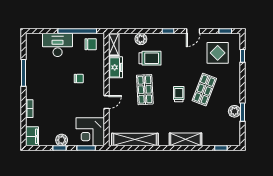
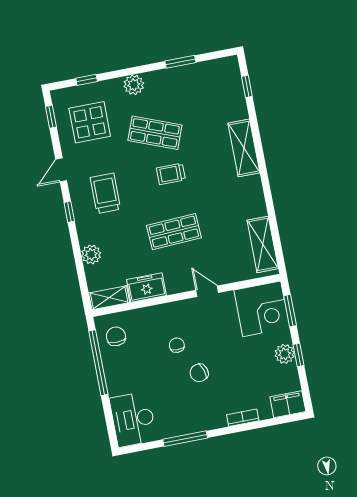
door: (193, 31) -> (61, 170), swing flipped
desk: (58, 45) -> (133, 419), moved
trolley: (150, 58) -> (105, 193), moved
chair: (60, 88) -> (199, 373), added
plant: (234, 111) -> (134, 85), moved
shelving: (135, 140) -> (263, 244), width x0.68

